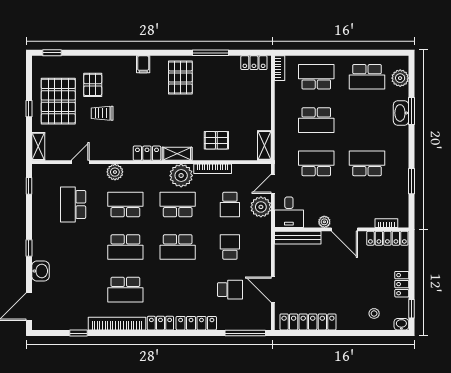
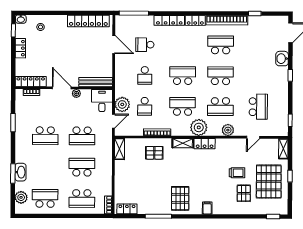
plant: (181, 176) -> (199, 127), moved
school desk: (178, 204) -> (182, 106), turned 180
school desk: (230, 204) -> (145, 106), turned 180

